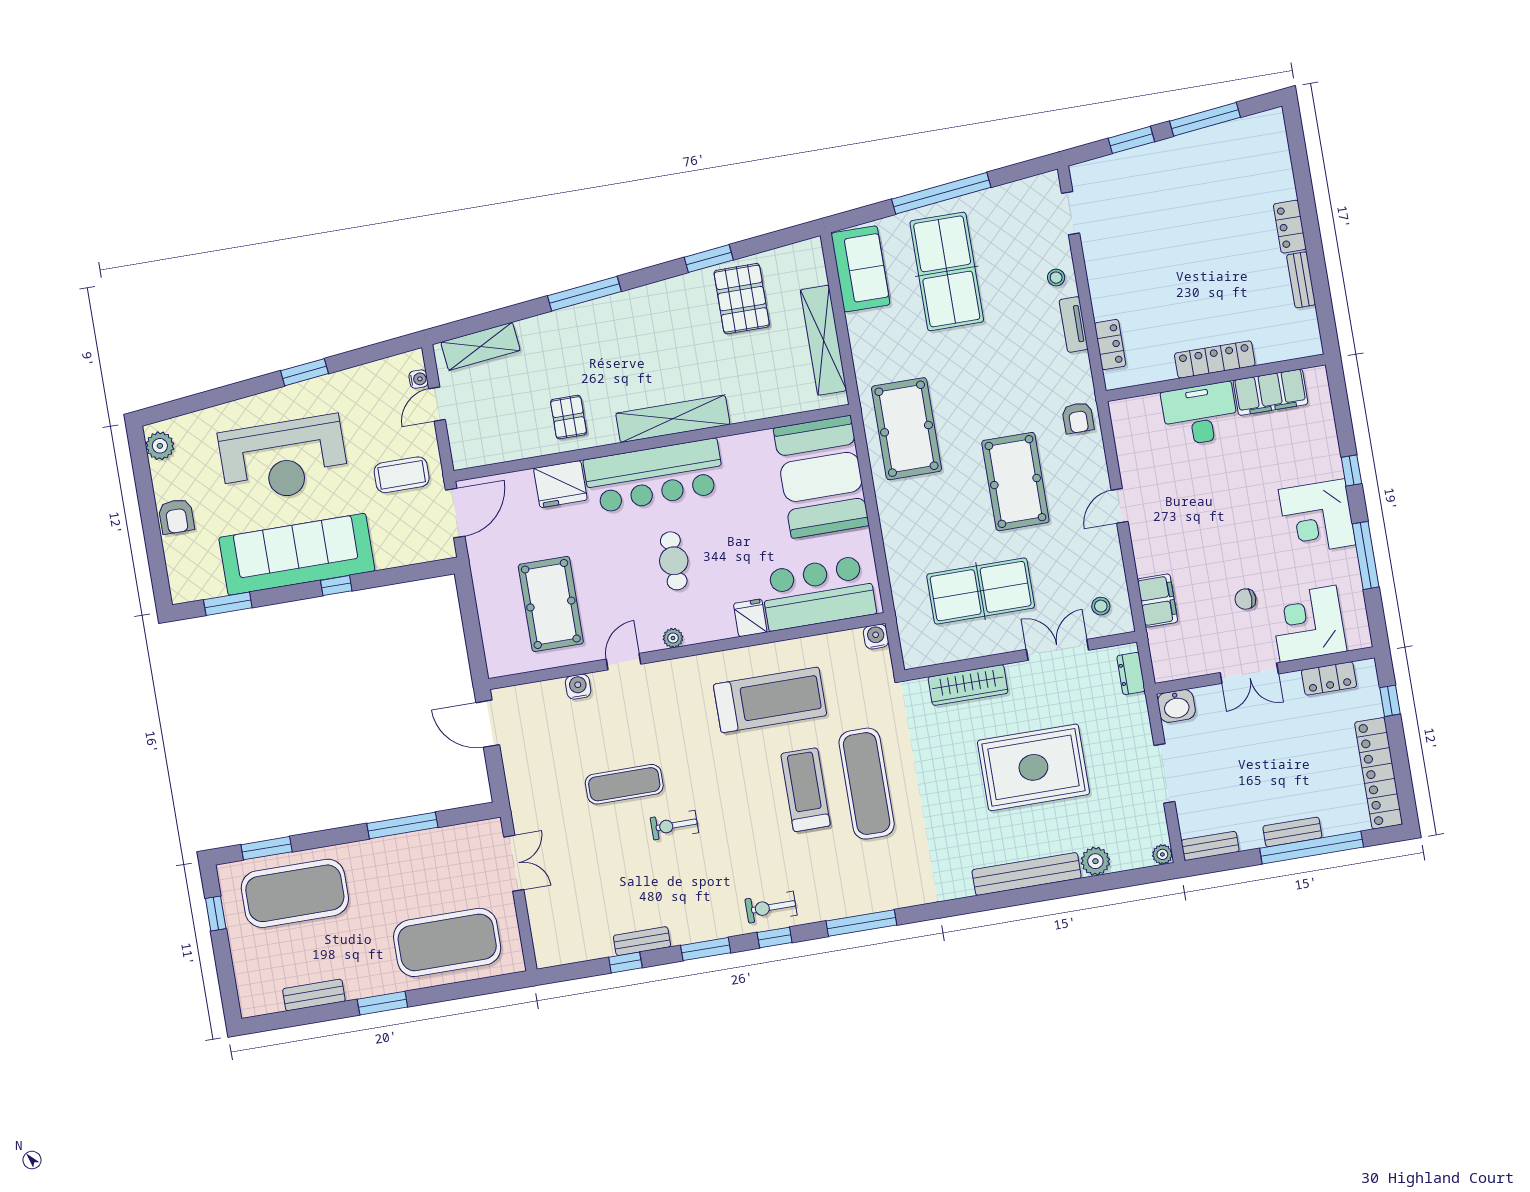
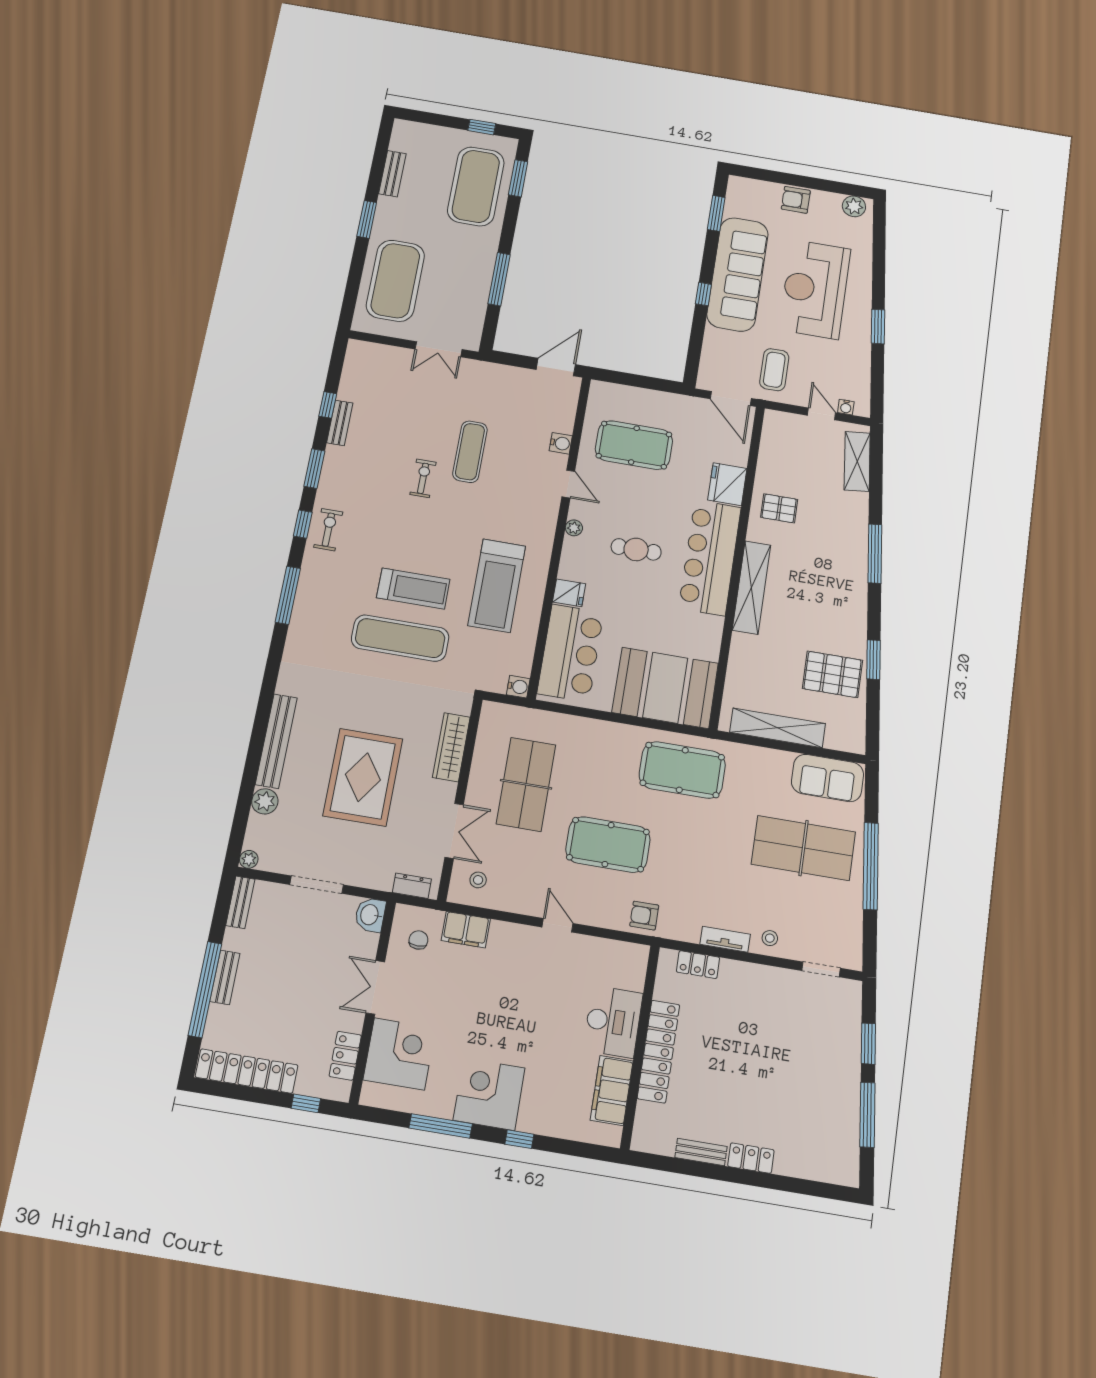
locker: (1215, 359) -> (658, 1051), width x1.41, depth x1.21
chair: (1245, 599) -> (418, 940), moved

